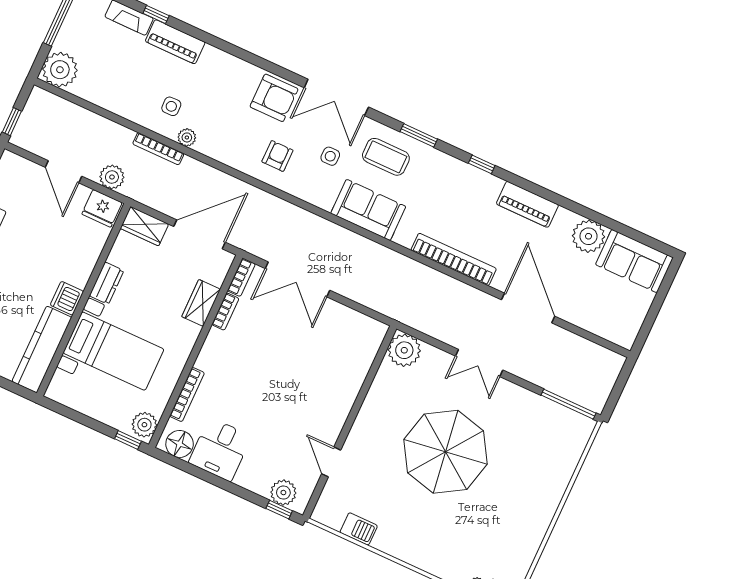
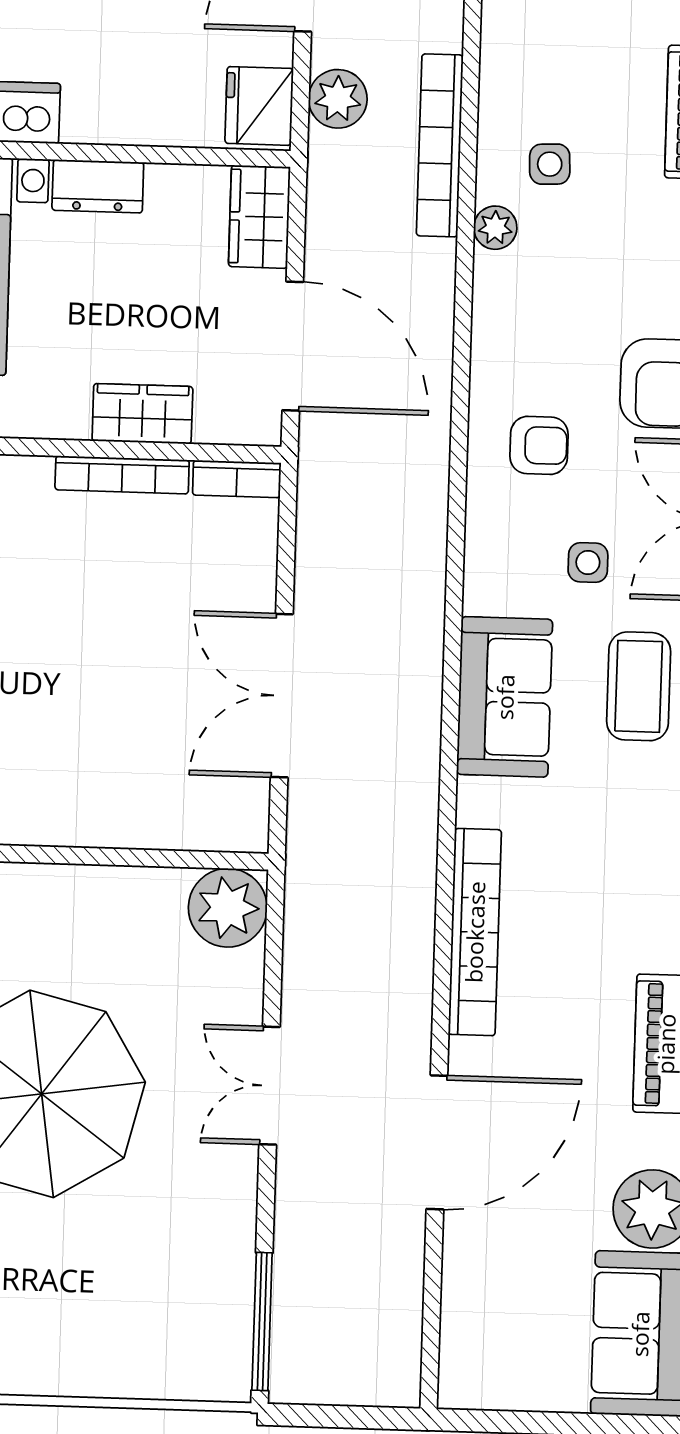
bookcase: (158, 149) -> (440, 145), width x1.48, depth x1.31
double door: (297, 279) -> (282, 696), moved
bookcase: (225, 312) -> (122, 475), width x1.56

